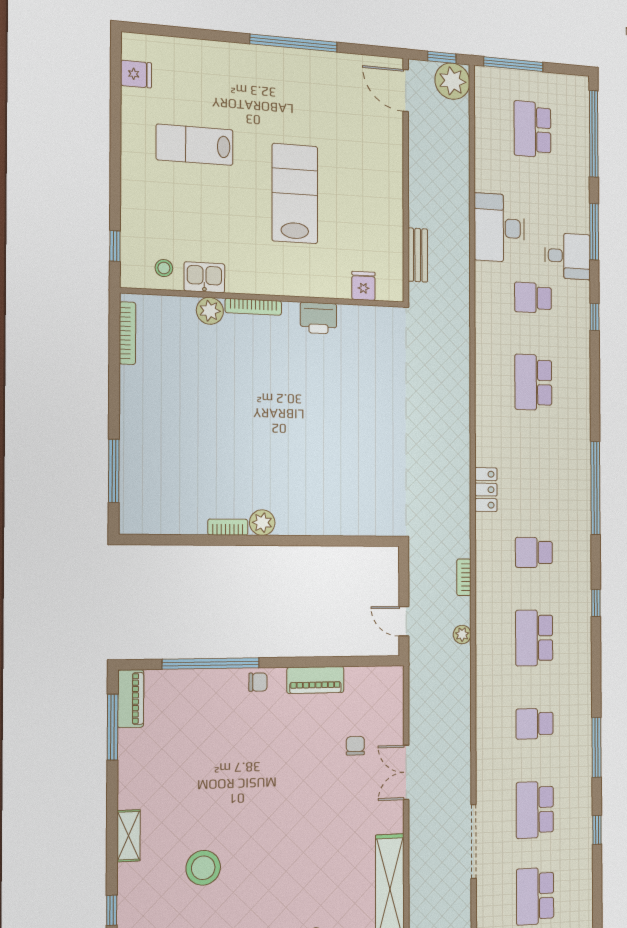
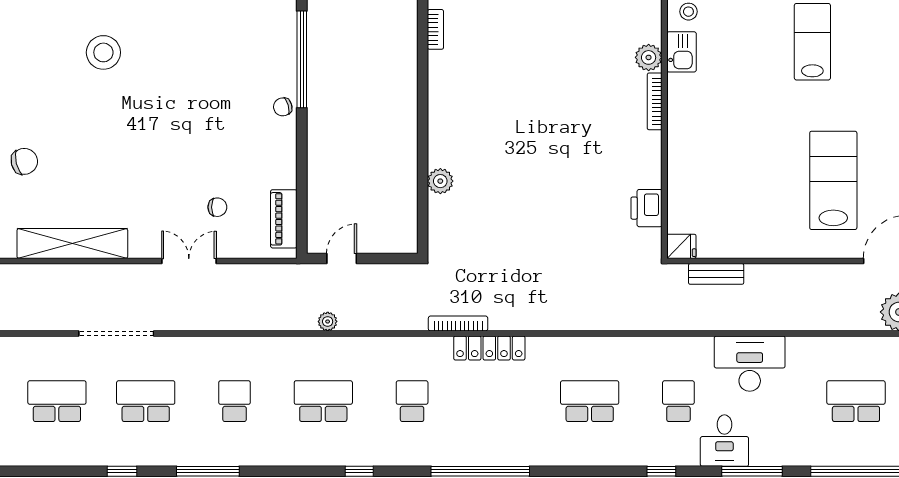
lab bench: (295, 194) -> (833, 180), moved, turned -90
fridge: (363, 286) -> (681, 246), moved
printer: (318, 318) -> (646, 208), moved
locker: (486, 490) -> (489, 348), width x1.53
plant: (262, 523) -> (440, 181), moved
bookcase: (228, 527) -> (435, 29), moved
bookcase: (464, 577) -> (458, 323), moved, width x1.56
piano: (315, 680) -> (284, 219), moved
chair: (258, 682) -> (283, 107), turned 74

